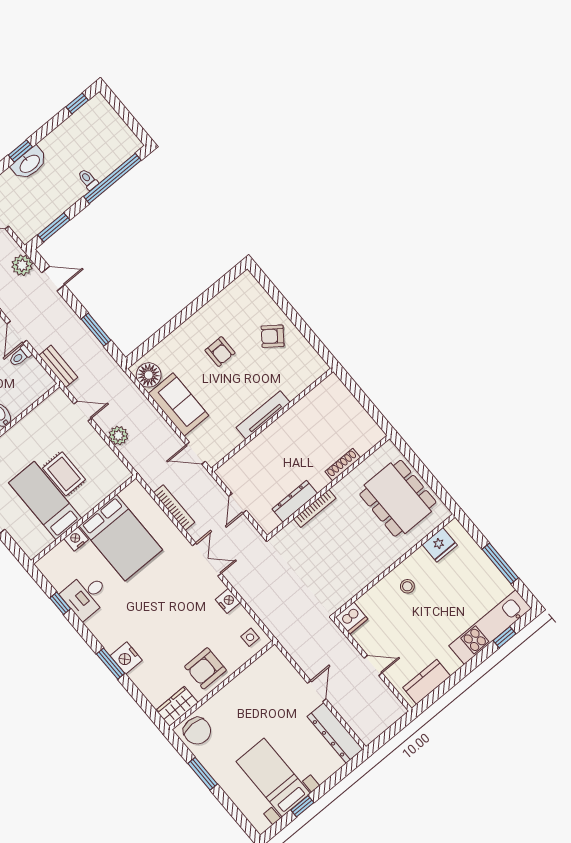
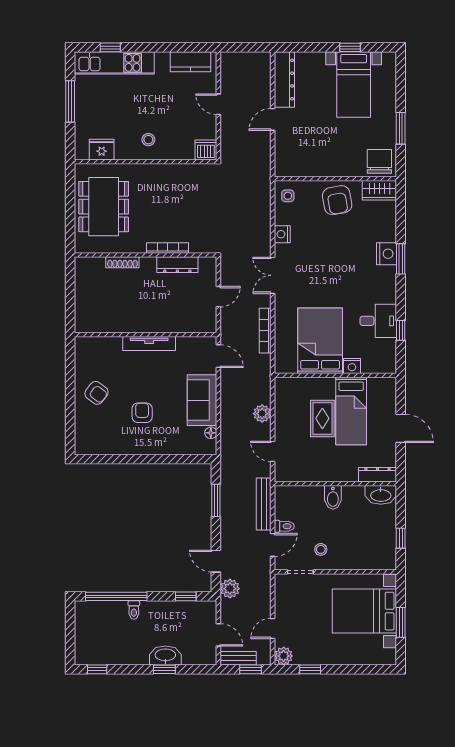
window: (54, 227) -> (186, 596), width x0.67
bench: (58, 366) -> (264, 504), width x1.36
floor lamp: (149, 375) -> (211, 433), width x0.53, depth x0.53
armchair: (205, 668) -> (337, 200), turned 80

